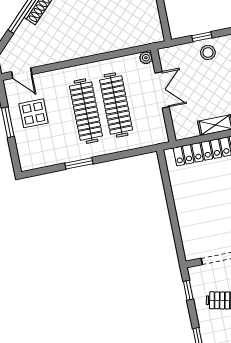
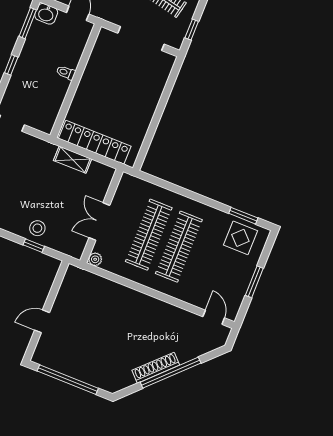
display table: (34, 113) -> (240, 238), moved
window: (79, 163) -> (243, 216), moved

